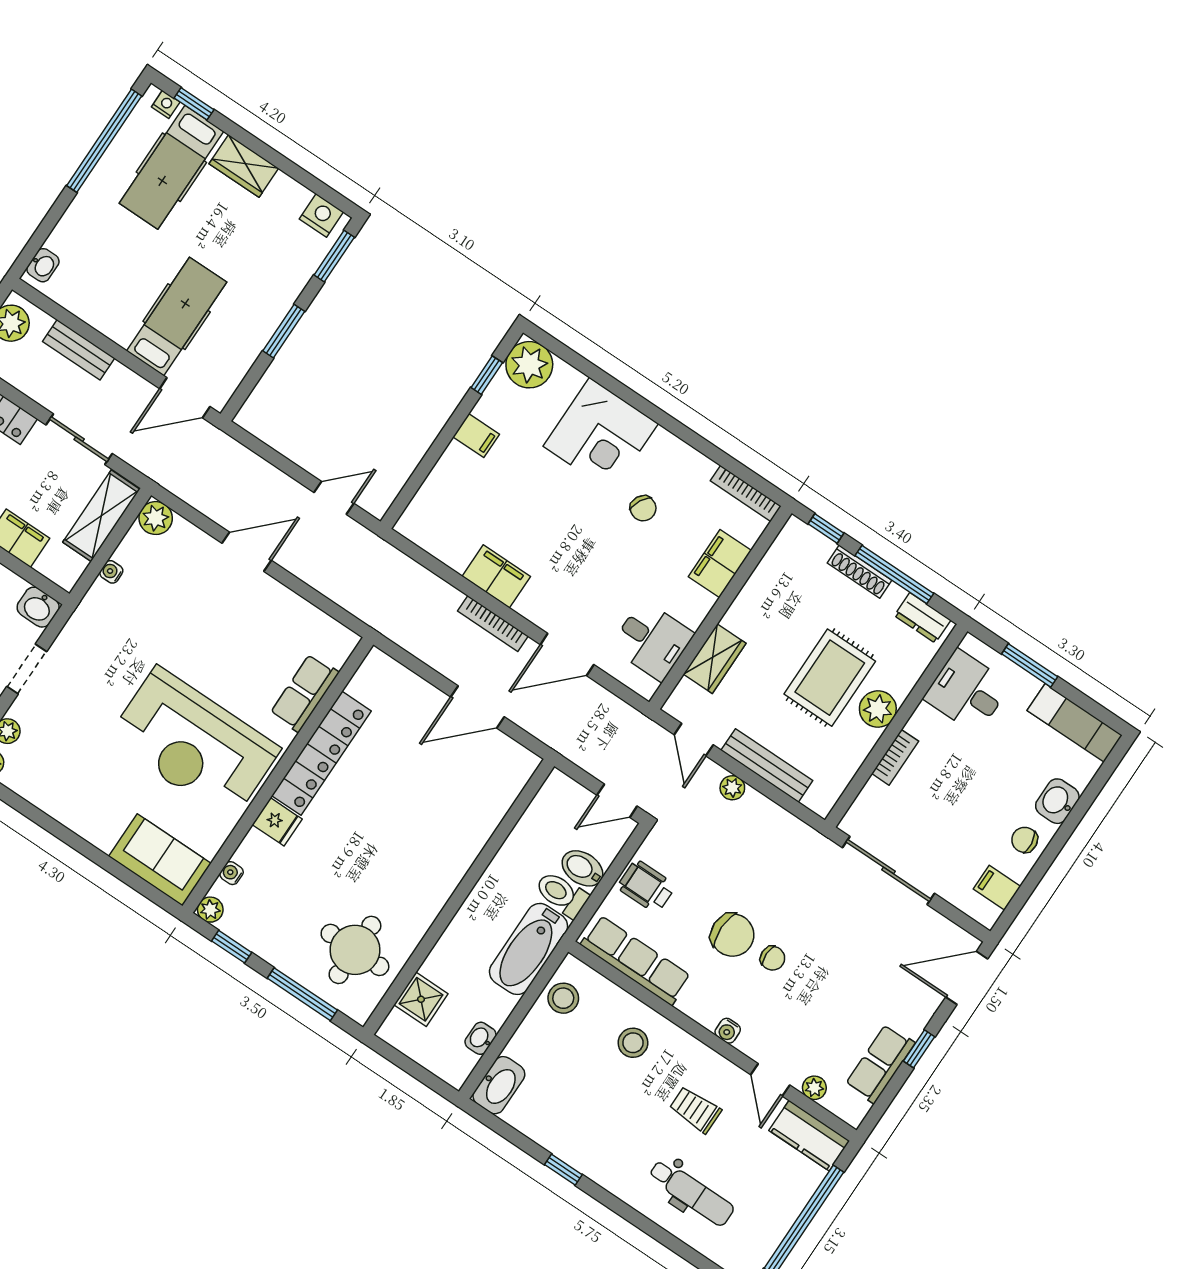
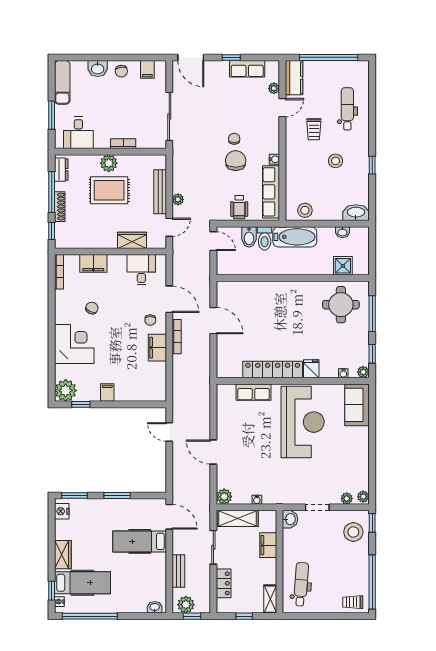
chair: (553, 597) -> (150, 320), added
water cooler: (728, 1031) -> (274, 159), moved
stool: (633, 1043) -> (336, 161), moved

